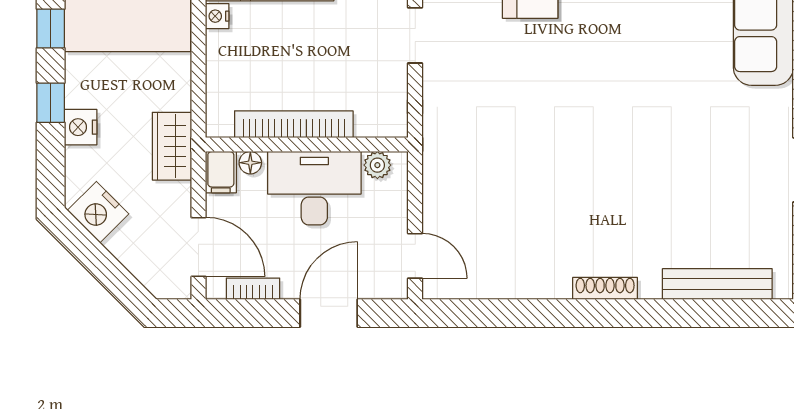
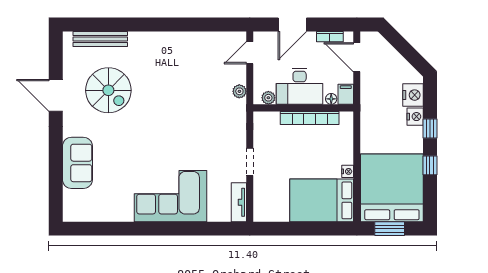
wardrobe: (172, 146) -> (370, 107), removed
plant: (436, 178) -> (239, 91), added
spiral stairs: (701, 180) -> (108, 90), added
nightstand: (98, 212) -> (413, 95), moved, turned 45
door: (415, 256) -> (250, 53), hinge flipped
shoe rack: (605, 288) -> (156, 37), removed

